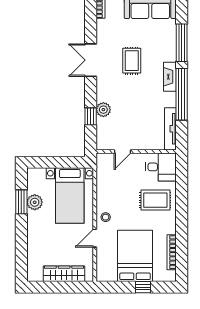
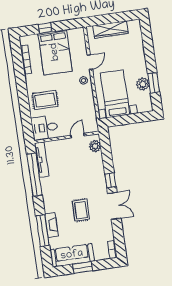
fireplace: (170, 77) -> (51, 225), moved
window: (182, 94) -> (34, 175), moved
plant: (103, 110) -> (95, 146), moved
window: (91, 116) -> (110, 180), moved

